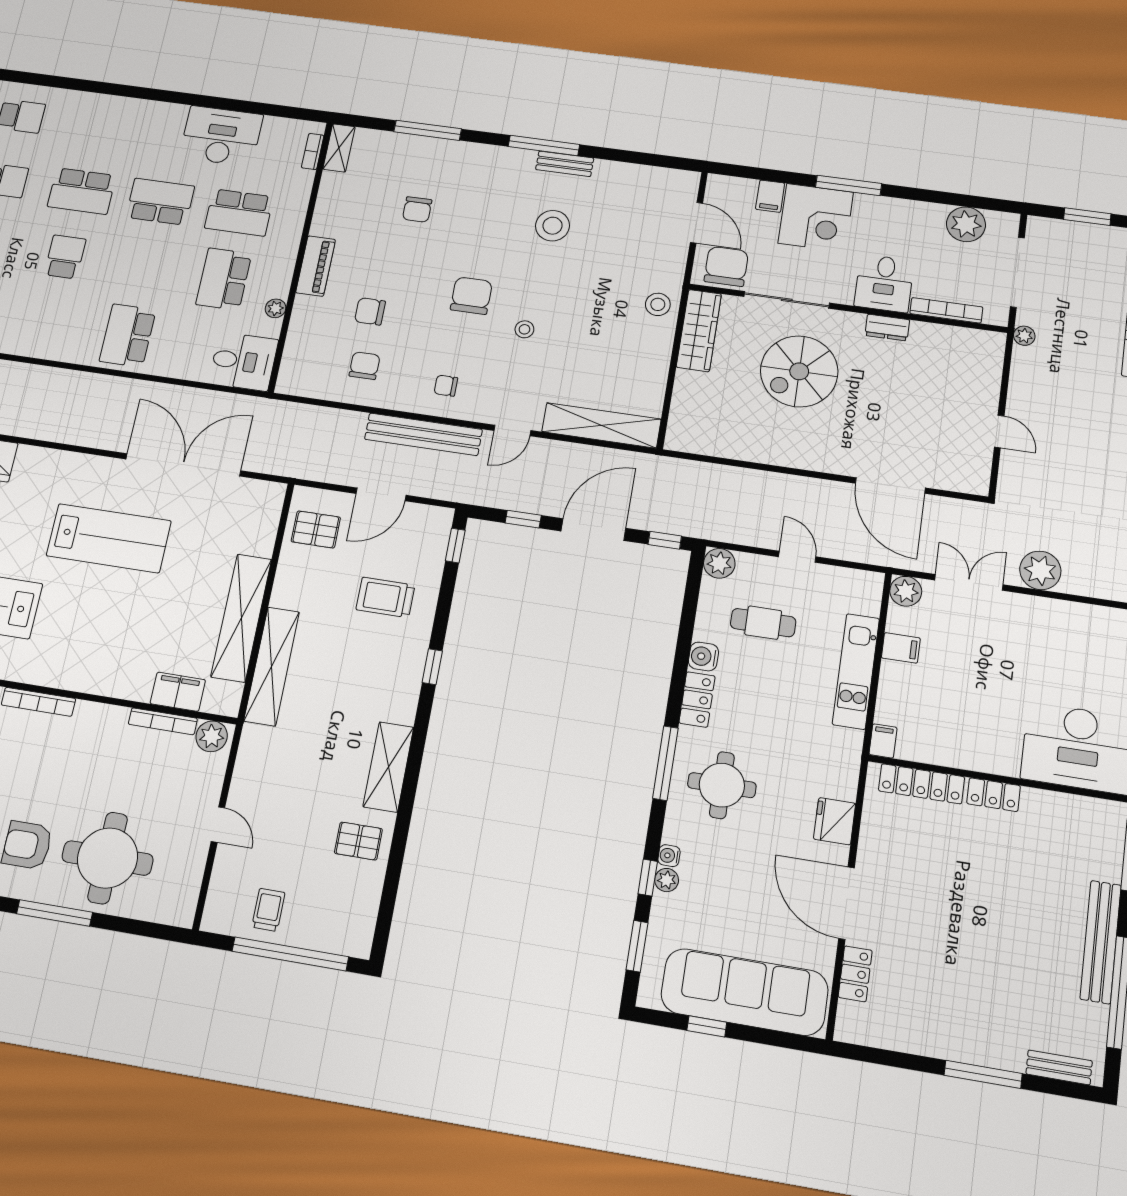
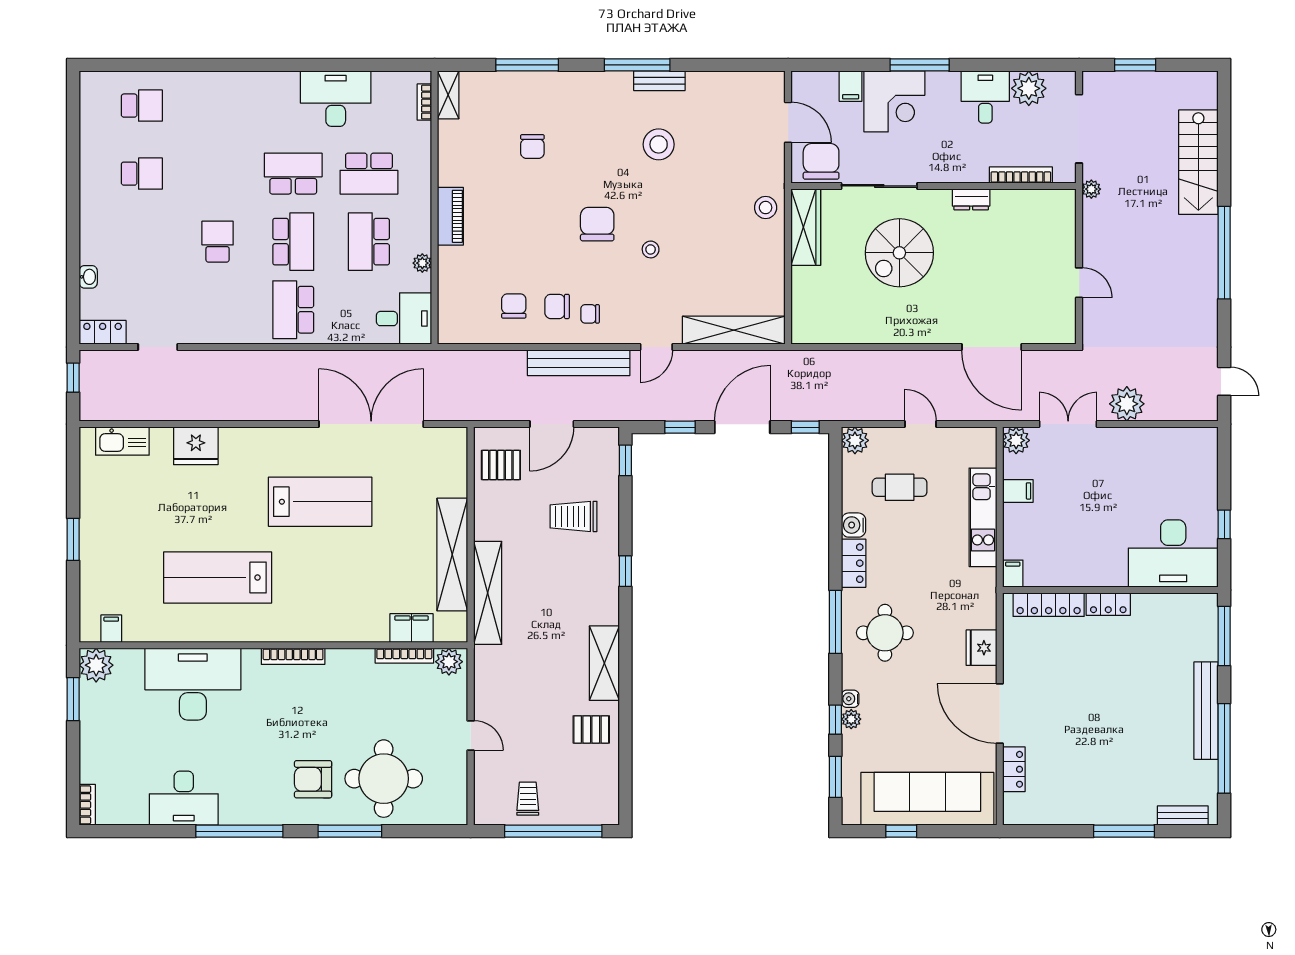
school desk: (82, 191) -> (293, 242), moved, turned -90
desk: (884, 283) -> (985, 97), moved, turned 180
chair: (370, 311) -> (557, 306), moved

